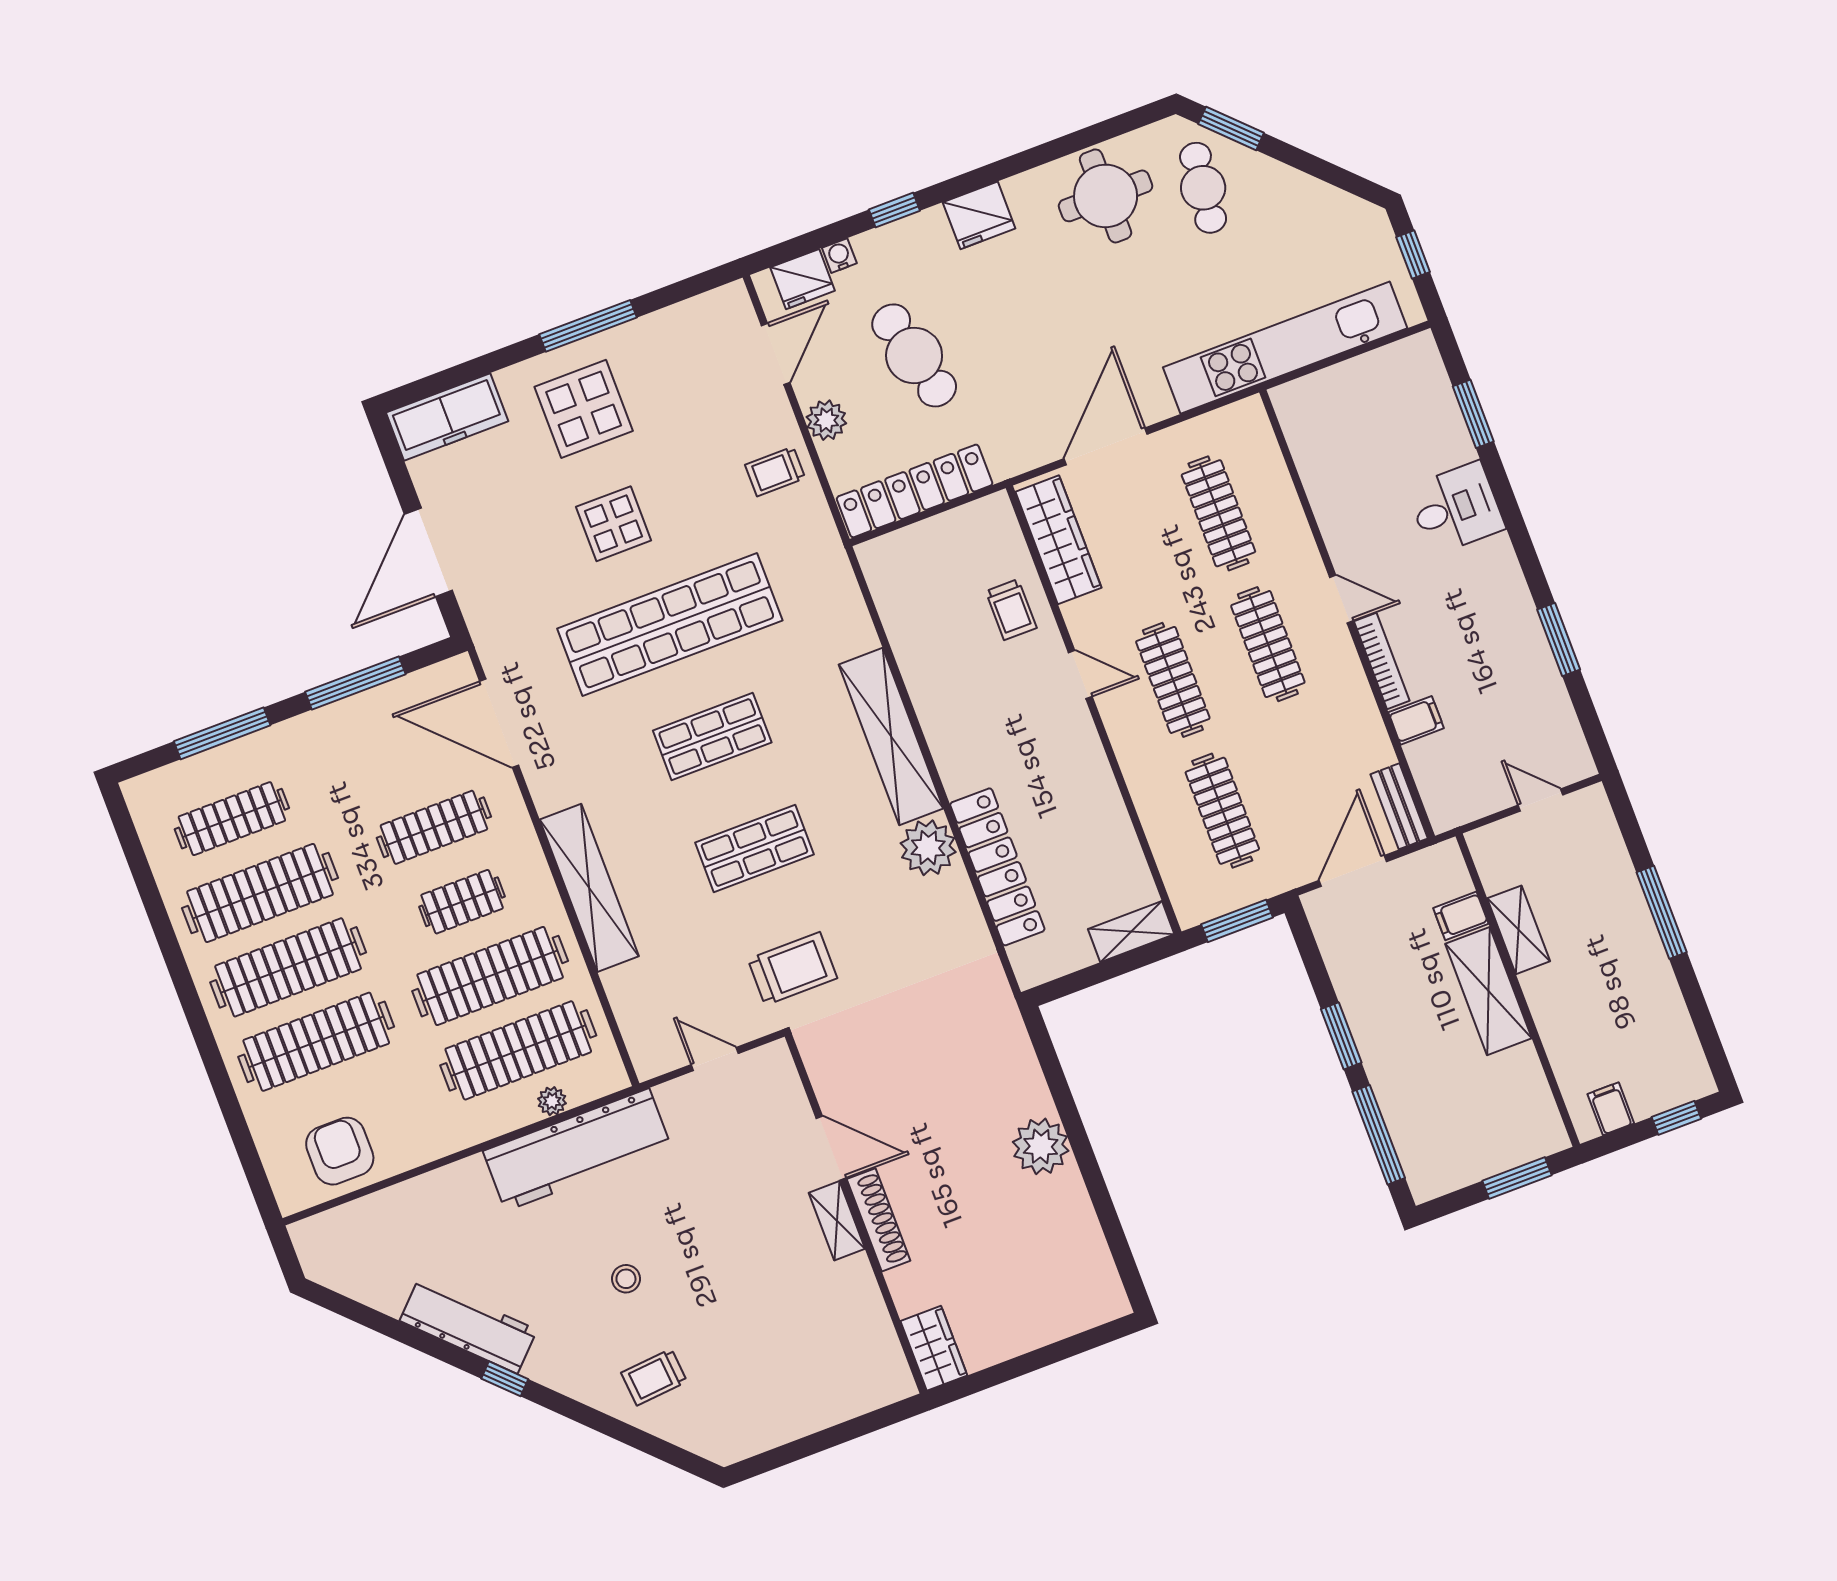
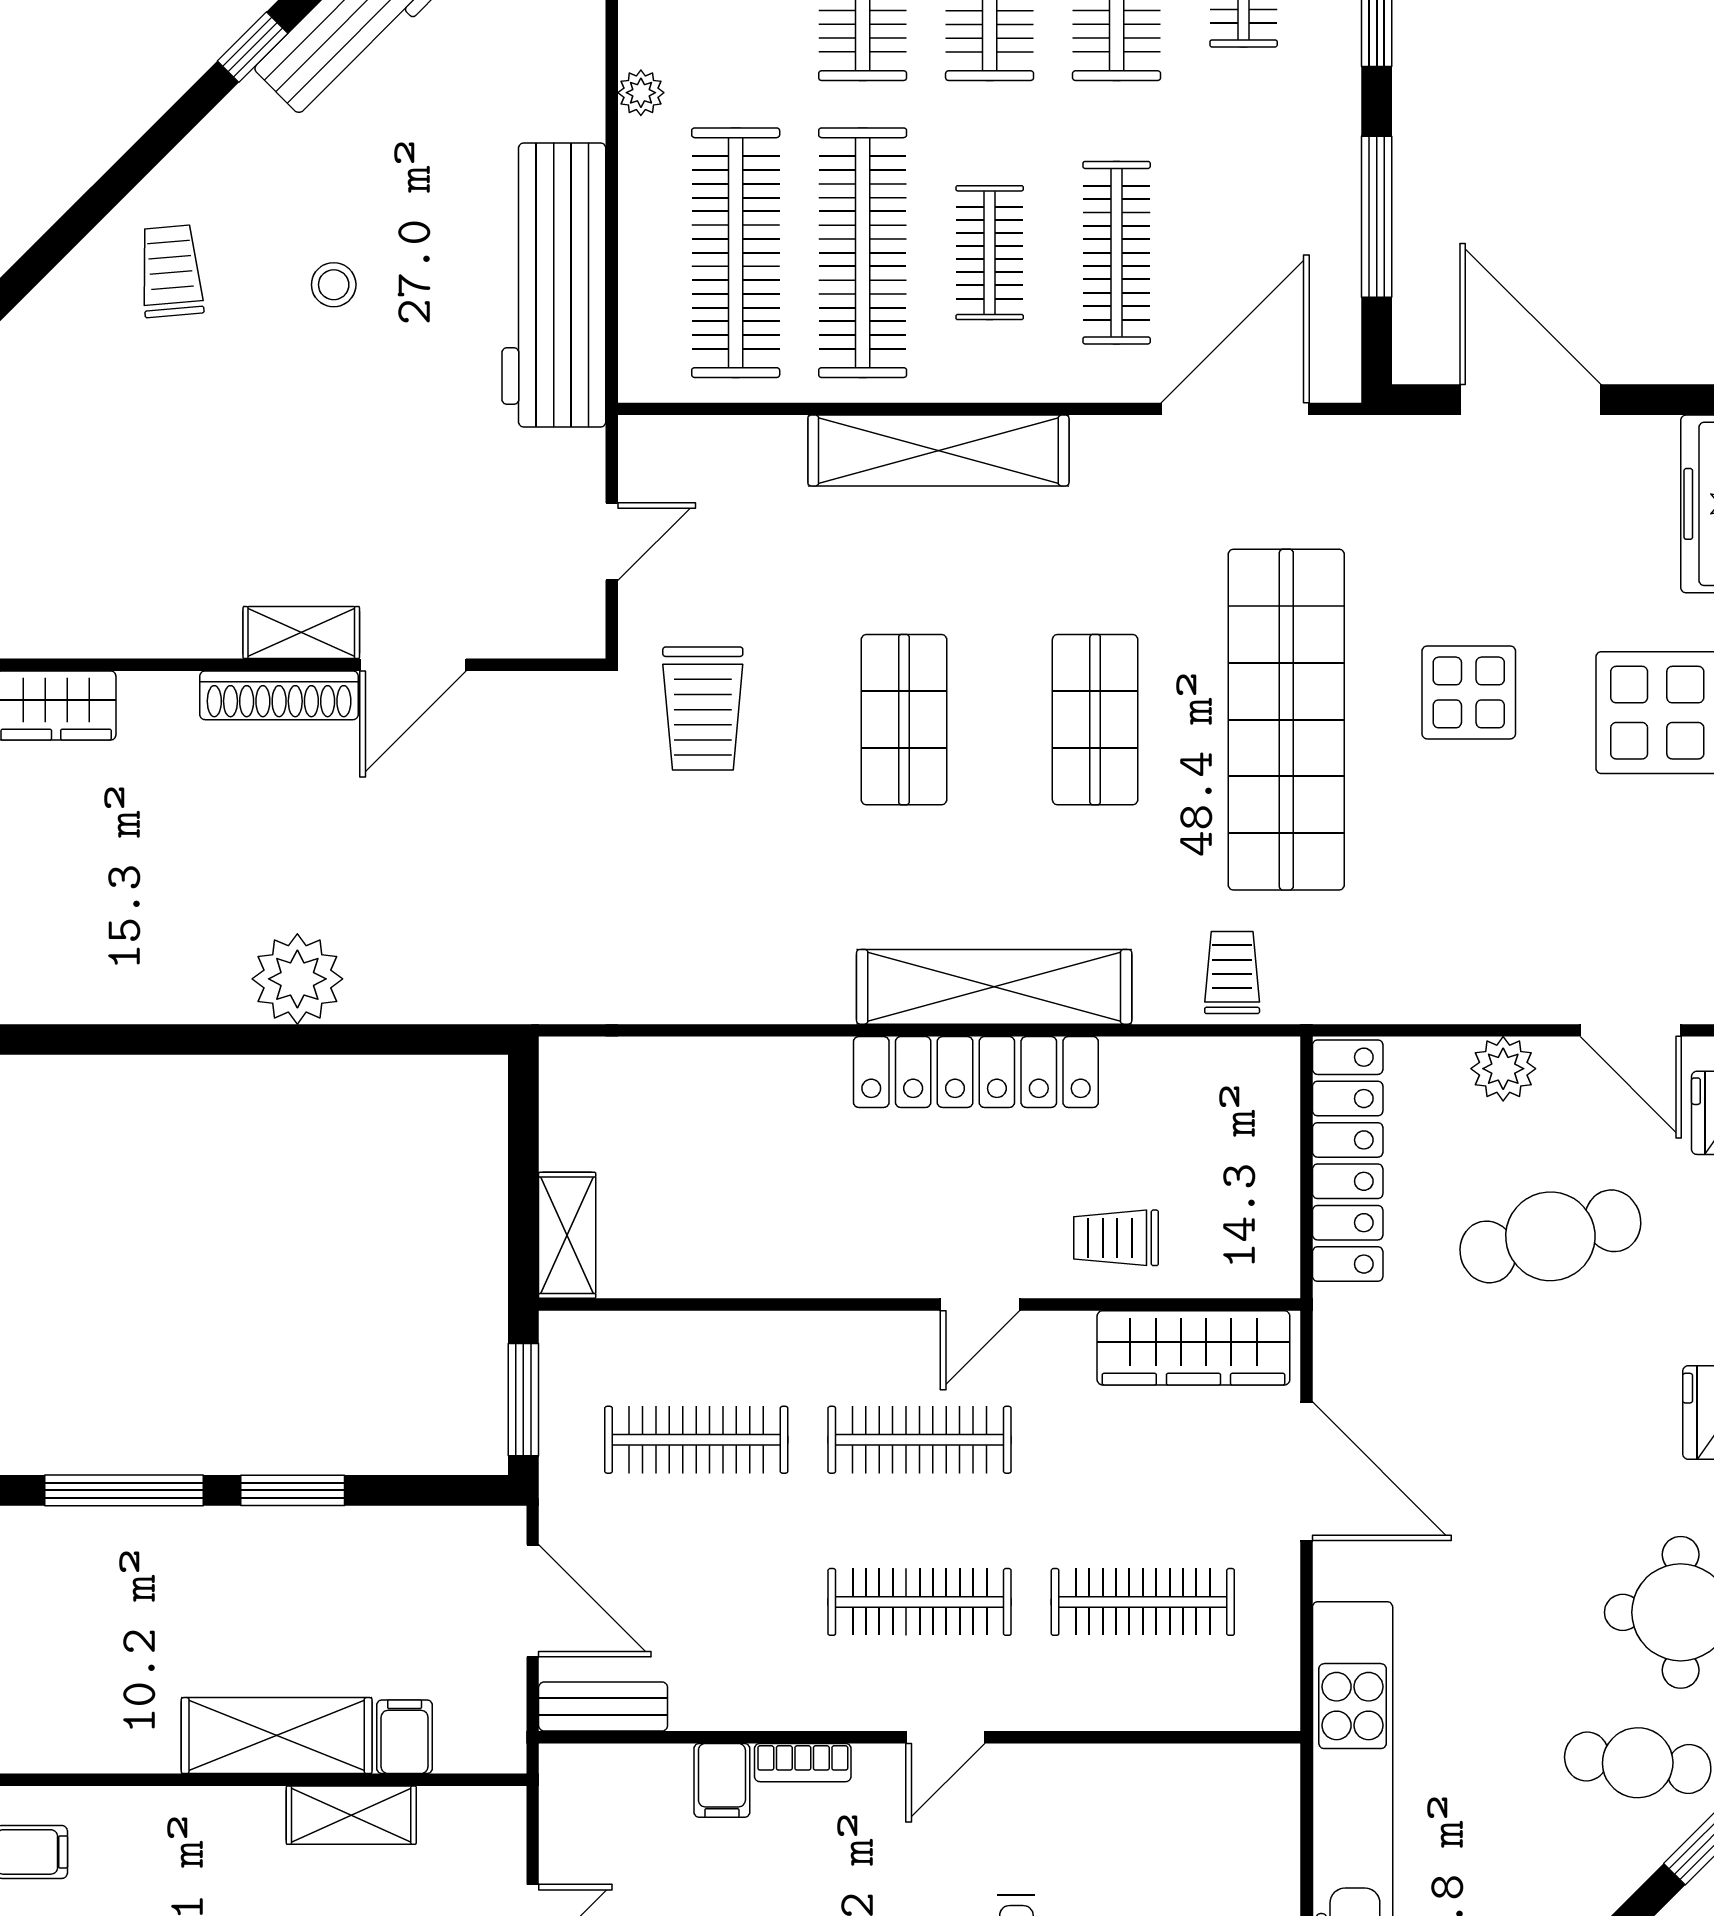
trolley: (775, 471) -> (1232, 973), moved
bookcase: (1382, 661) -> (803, 1763), width x0.64
plant: (928, 848) -> (807, 979), removed
locker: (997, 867) -> (976, 1072), moved
plant: (552, 1101) -> (641, 93), moved

